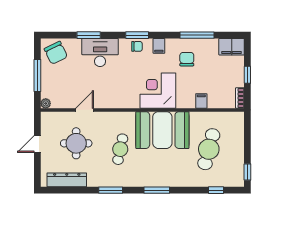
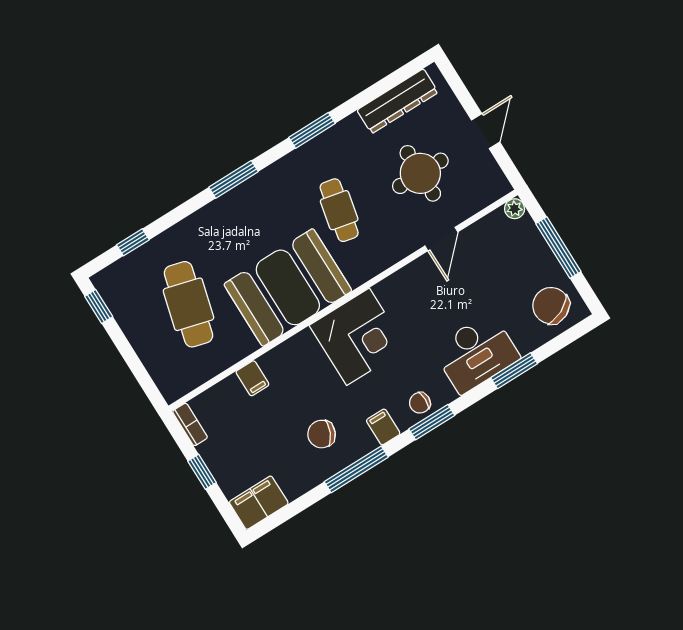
window: (197, 35) -> (356, 469), moved
chair: (187, 59) -> (322, 434), turned 114
corner desk: (158, 91) -> (358, 337), moved

